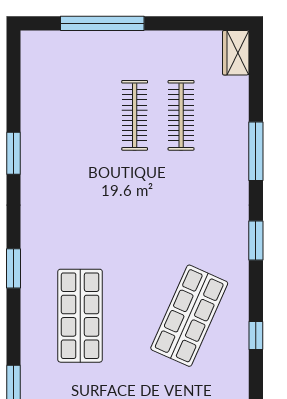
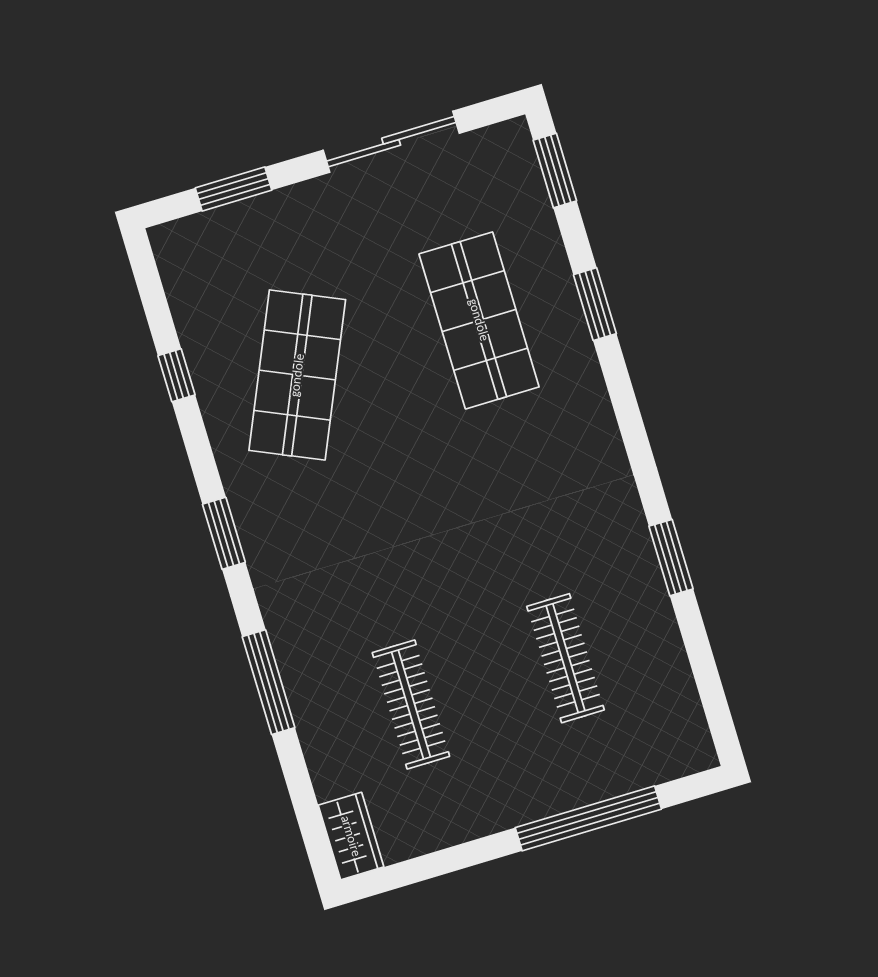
clothes rail: (135, 115) -> (566, 658), moved
window: (14, 268) -> (595, 304), moved

